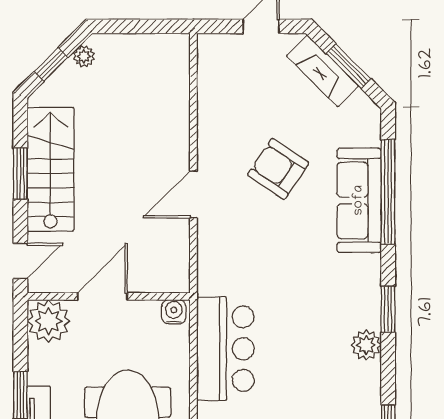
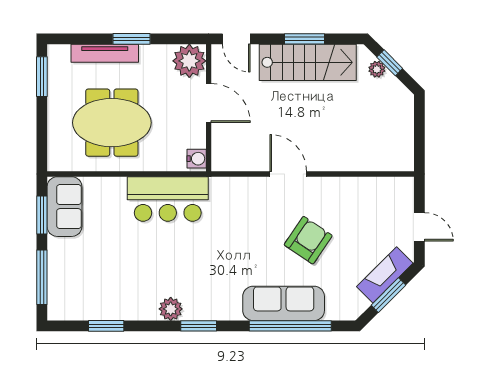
plant: (84, 56) -> (377, 69), moved

